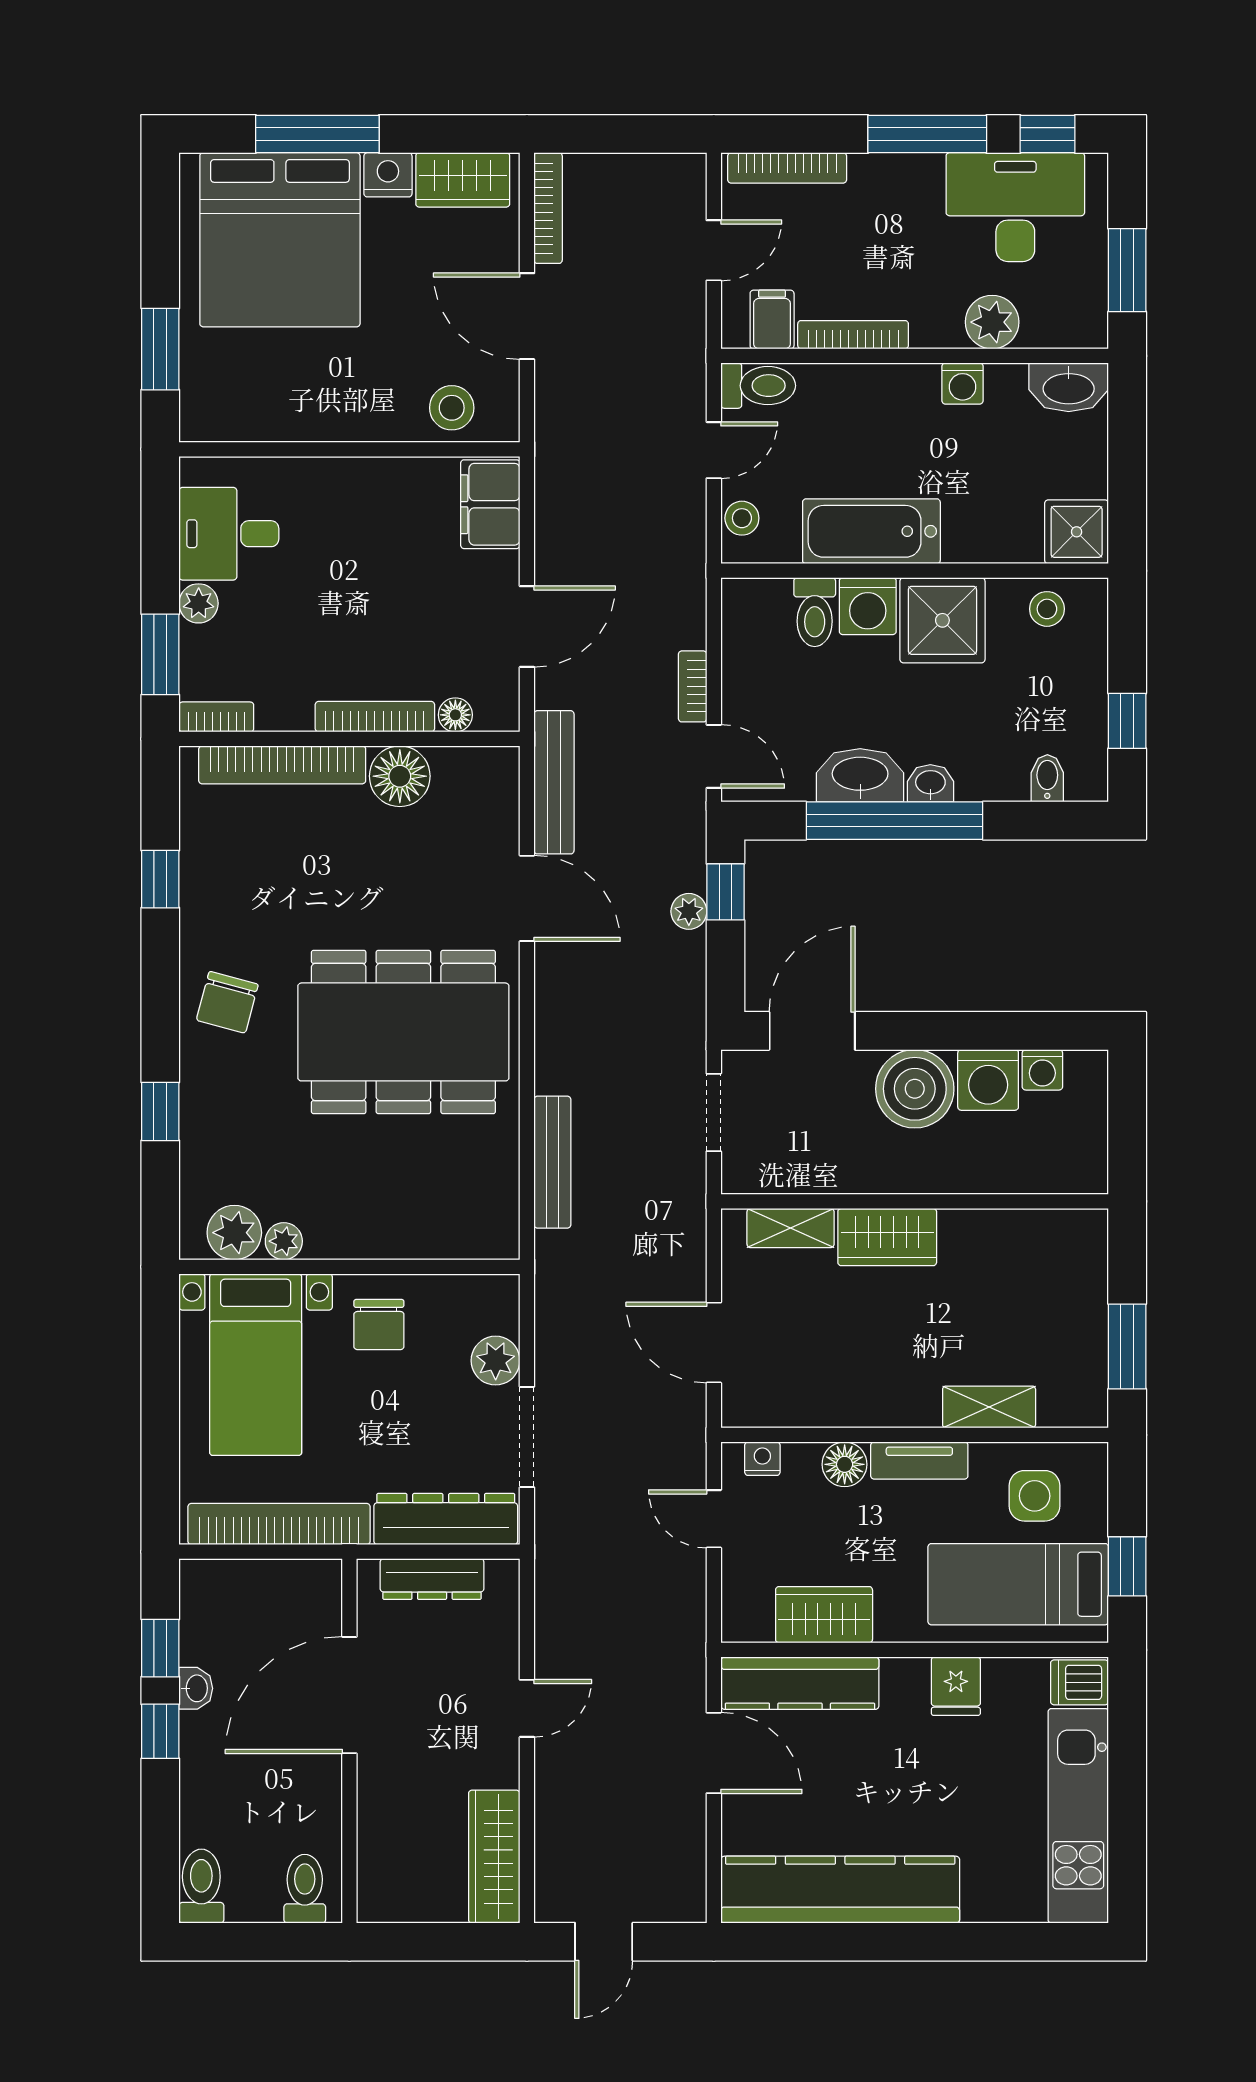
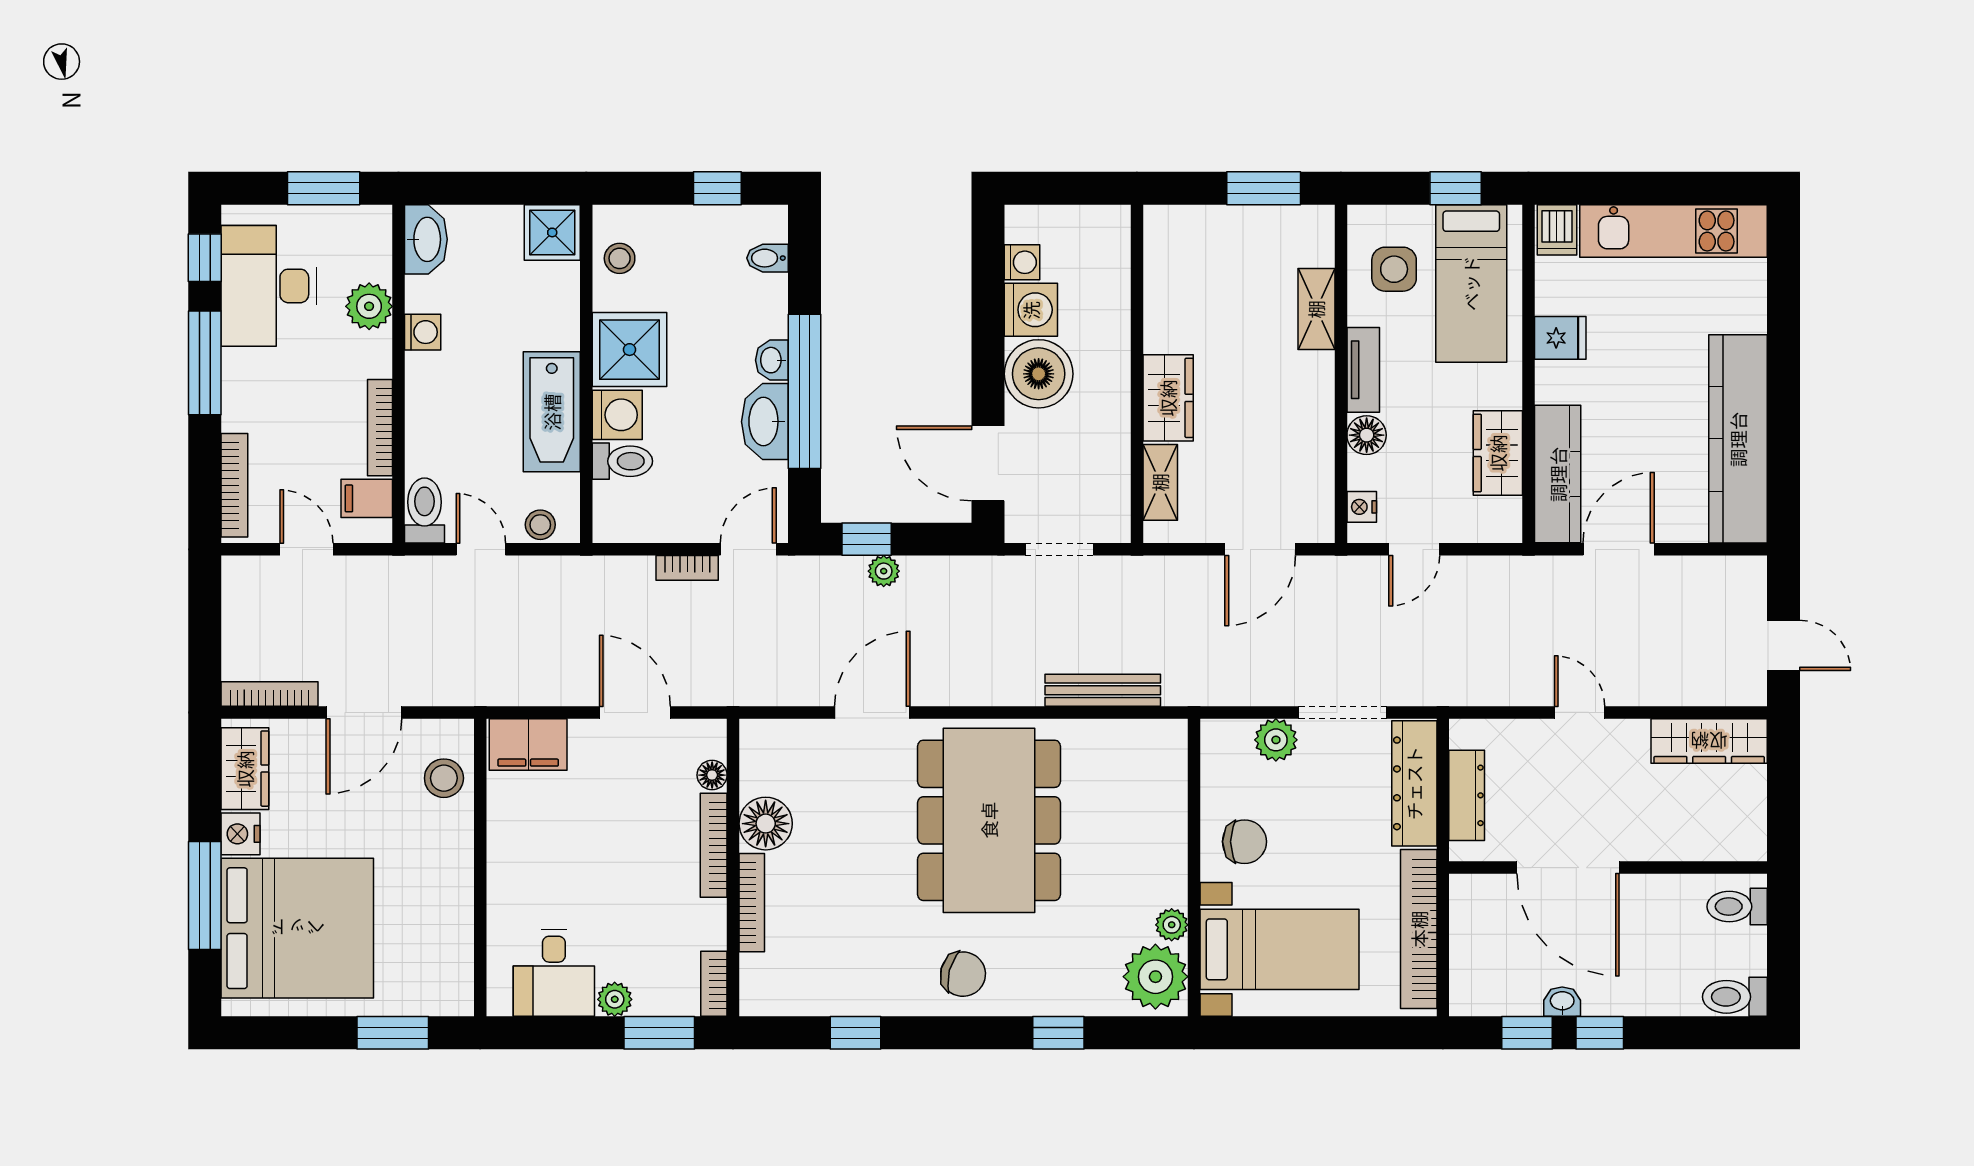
bookcase: (282, 765) -> (752, 903), width x0.68, depth x0.76
bench: (554, 782) -> (771, 689), removed
plant: (234, 1233) -> (1155, 977), width x1.36, depth x1.36

